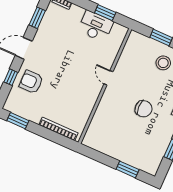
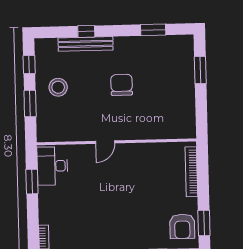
desk: (96, 26) -> (52, 166), moved
armchair: (31, 82) -> (182, 226), moved

